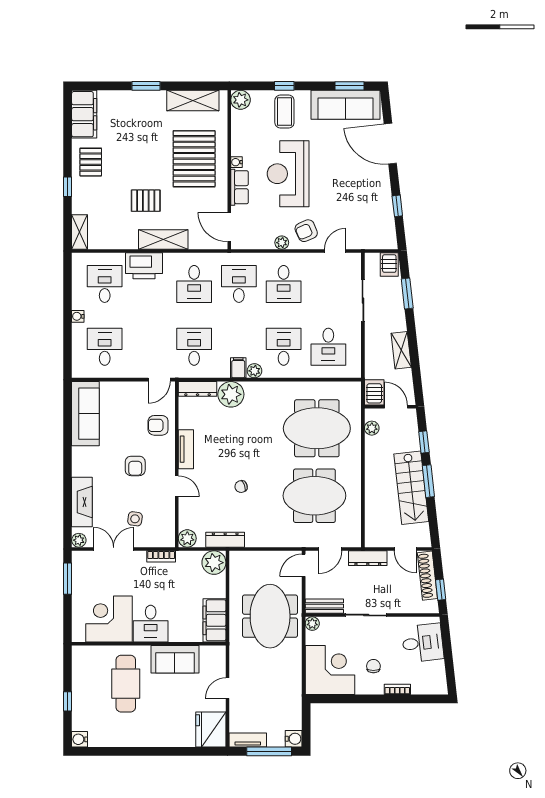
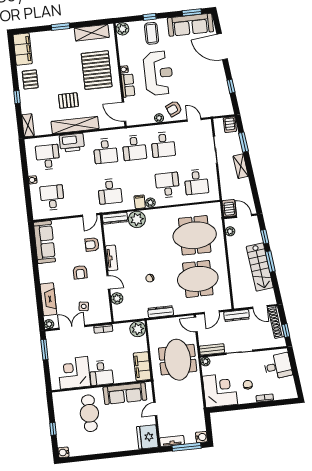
reception desk: (288, 174) -> (158, 73), turned 180
shelving: (163, 239) -> (75, 125), width x1.47
door: (335, 251) -> (194, 120), hinge flipped
desk: (239, 284) -> (134, 148), turned 180
desk: (194, 347) -> (110, 191), turned 180
shelving: (401, 350) -> (241, 166), moved
plant: (187, 538) -> (117, 298), moved
dresser: (225, 540) -> (161, 312), moved
door: (304, 565) -> (196, 325), hinge flipped
sofa: (175, 659) -> (125, 394), width x1.36

